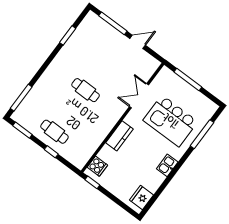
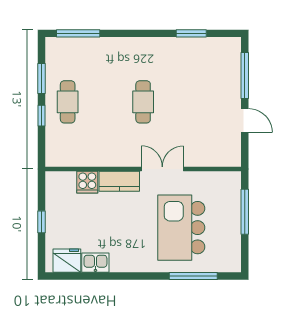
double door: (139, 96) -> (162, 169), moved
window: (22, 130) -> (41, 78), moved
kitchen sink: (167, 165) -> (95, 263), moved
cooker: (97, 166) -> (87, 182), moved
window: (92, 182) -> (41, 222), moved

